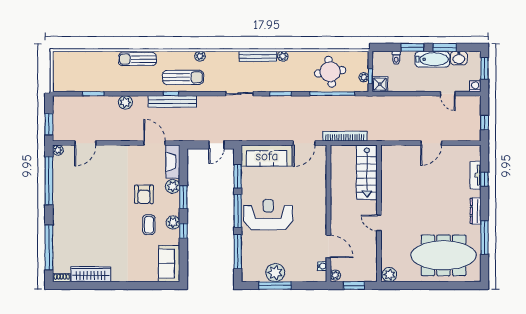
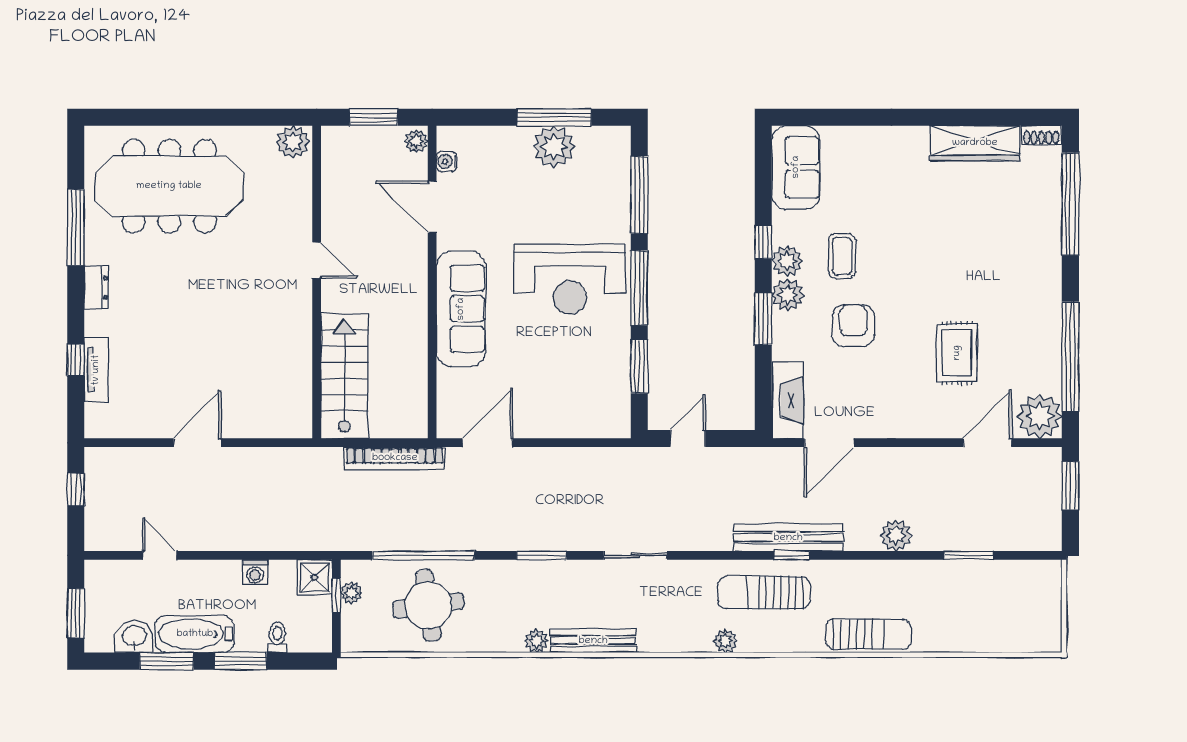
washing machine: (475, 86) -> (255, 572), moved
door: (155, 143) -> (829, 443), hinge flipped
plant: (58, 150) -> (1040, 416), width x1.88, depth x1.88
sofa: (267, 156) -> (461, 309), moved, turned 90
rug: (99, 182) -> (957, 353), added
plant: (173, 186) -> (788, 295), moved
dresser: (476, 211) -> (96, 288), width x0.70

